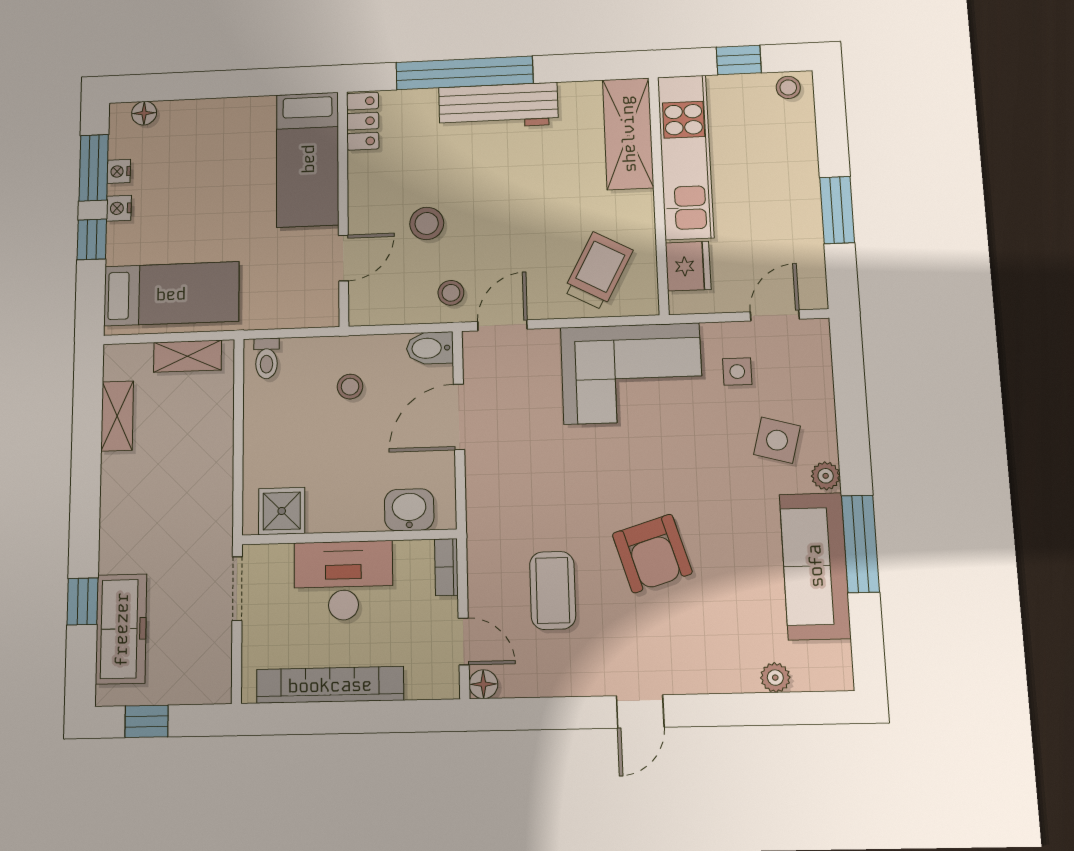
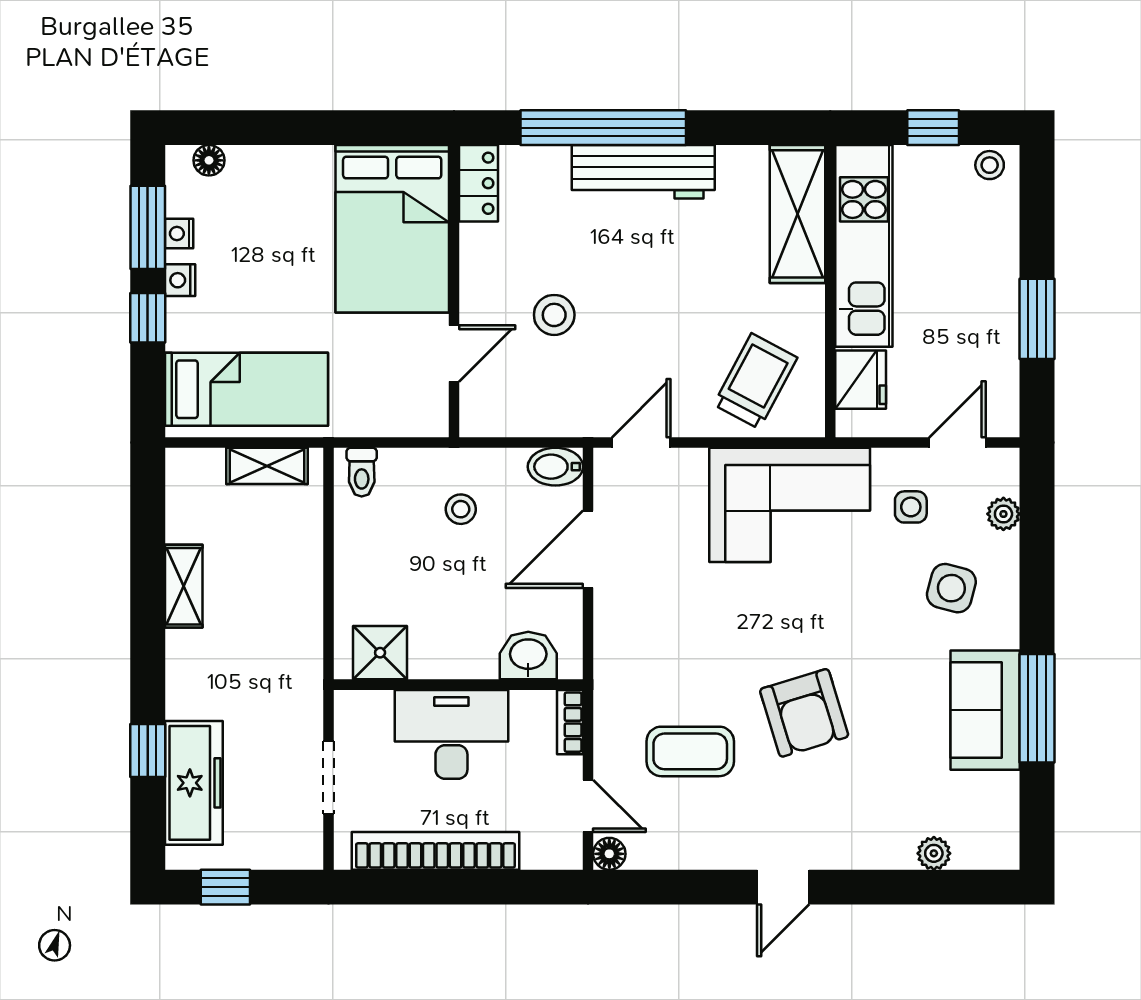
bed: (308, 159) -> (392, 229), width x1.50
stool: (451, 293) -> (581, 401), removed
shelving: (117, 416) -> (184, 586), moved
plant: (826, 476) -> (1003, 514), moved
sofa: (815, 566) -> (985, 710), width x0.73
doorway: (237, 589) -> (329, 777), moved
coffee table: (553, 590) -> (690, 751), turned 90

